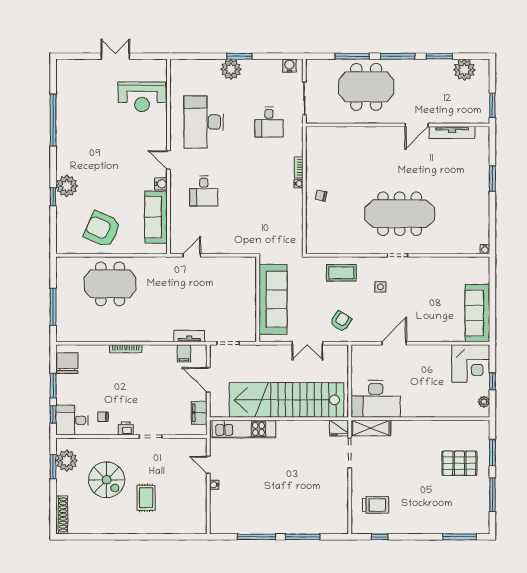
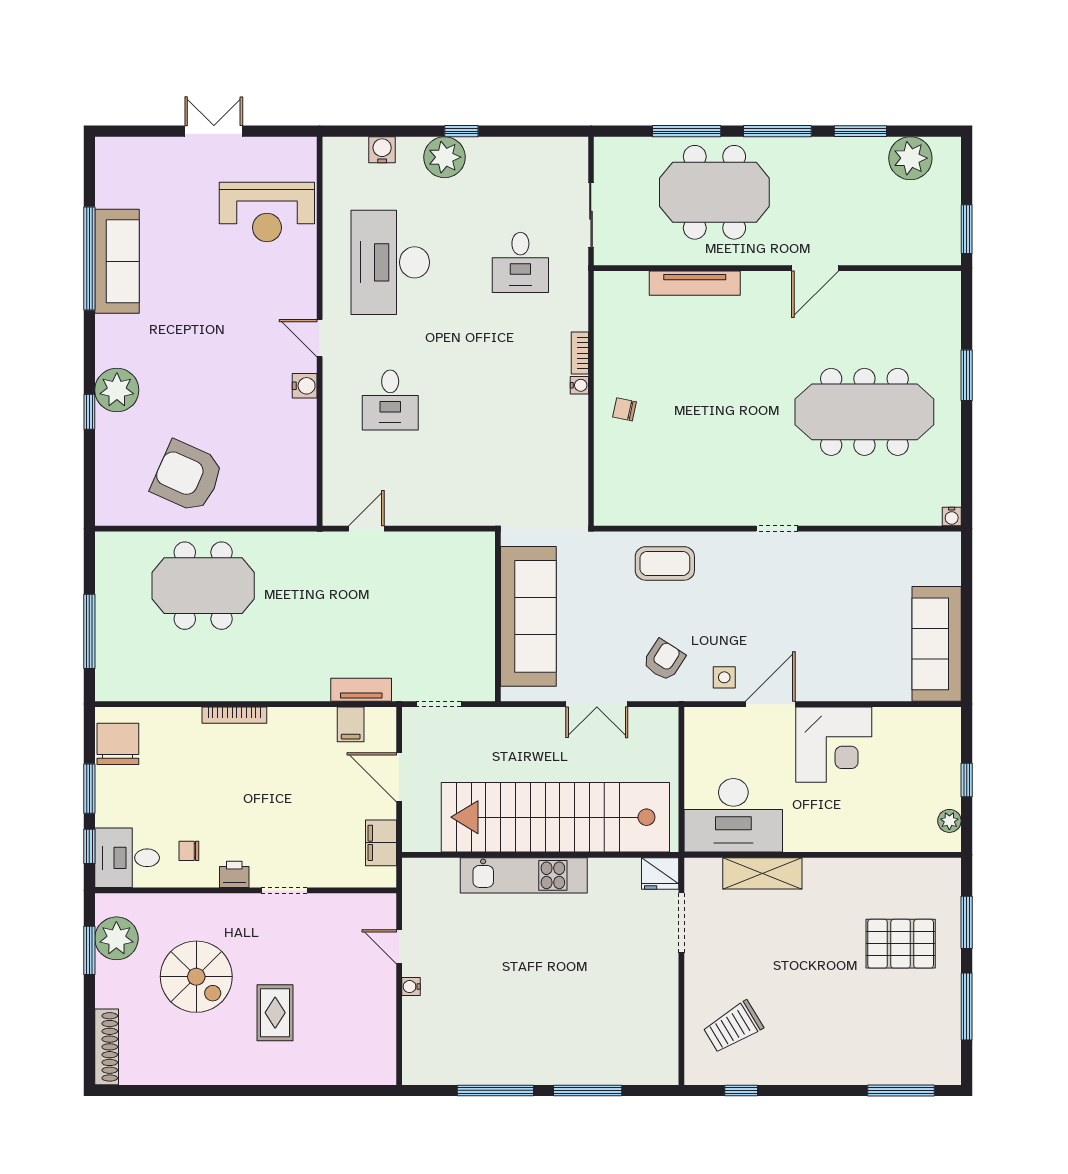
window: (239, 56) -> (461, 131), width x0.67
water cooler: (289, 66) -> (382, 150), moved
tv unit: (452, 132) -> (695, 283), moved
meeting table: (400, 214) -> (864, 412), moved
sofa: (156, 217) -> (117, 261), moved, turned 180
side table: (380, 287) -> (724, 677), moved
corner desk: (471, 364) -> (834, 745), moved
shelving: (371, 428) -> (762, 873), moved
kitchen unit: (244, 429) -> (524, 875), moved
trolley: (375, 505) -> (733, 1027), turned 149

